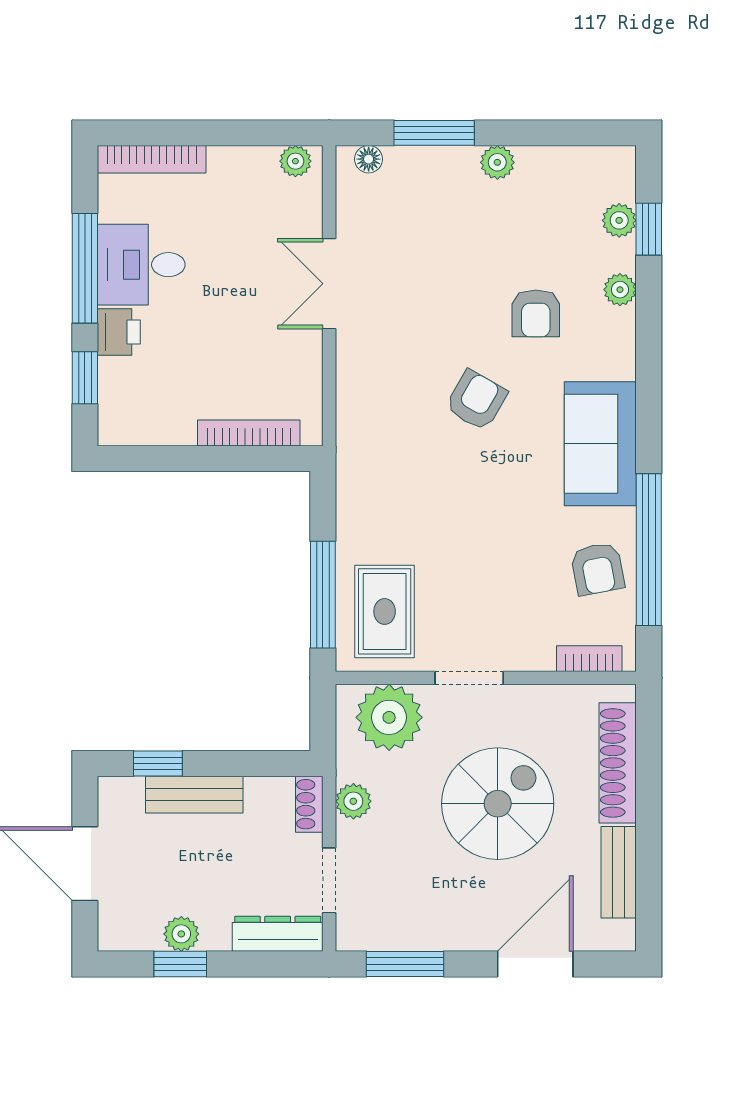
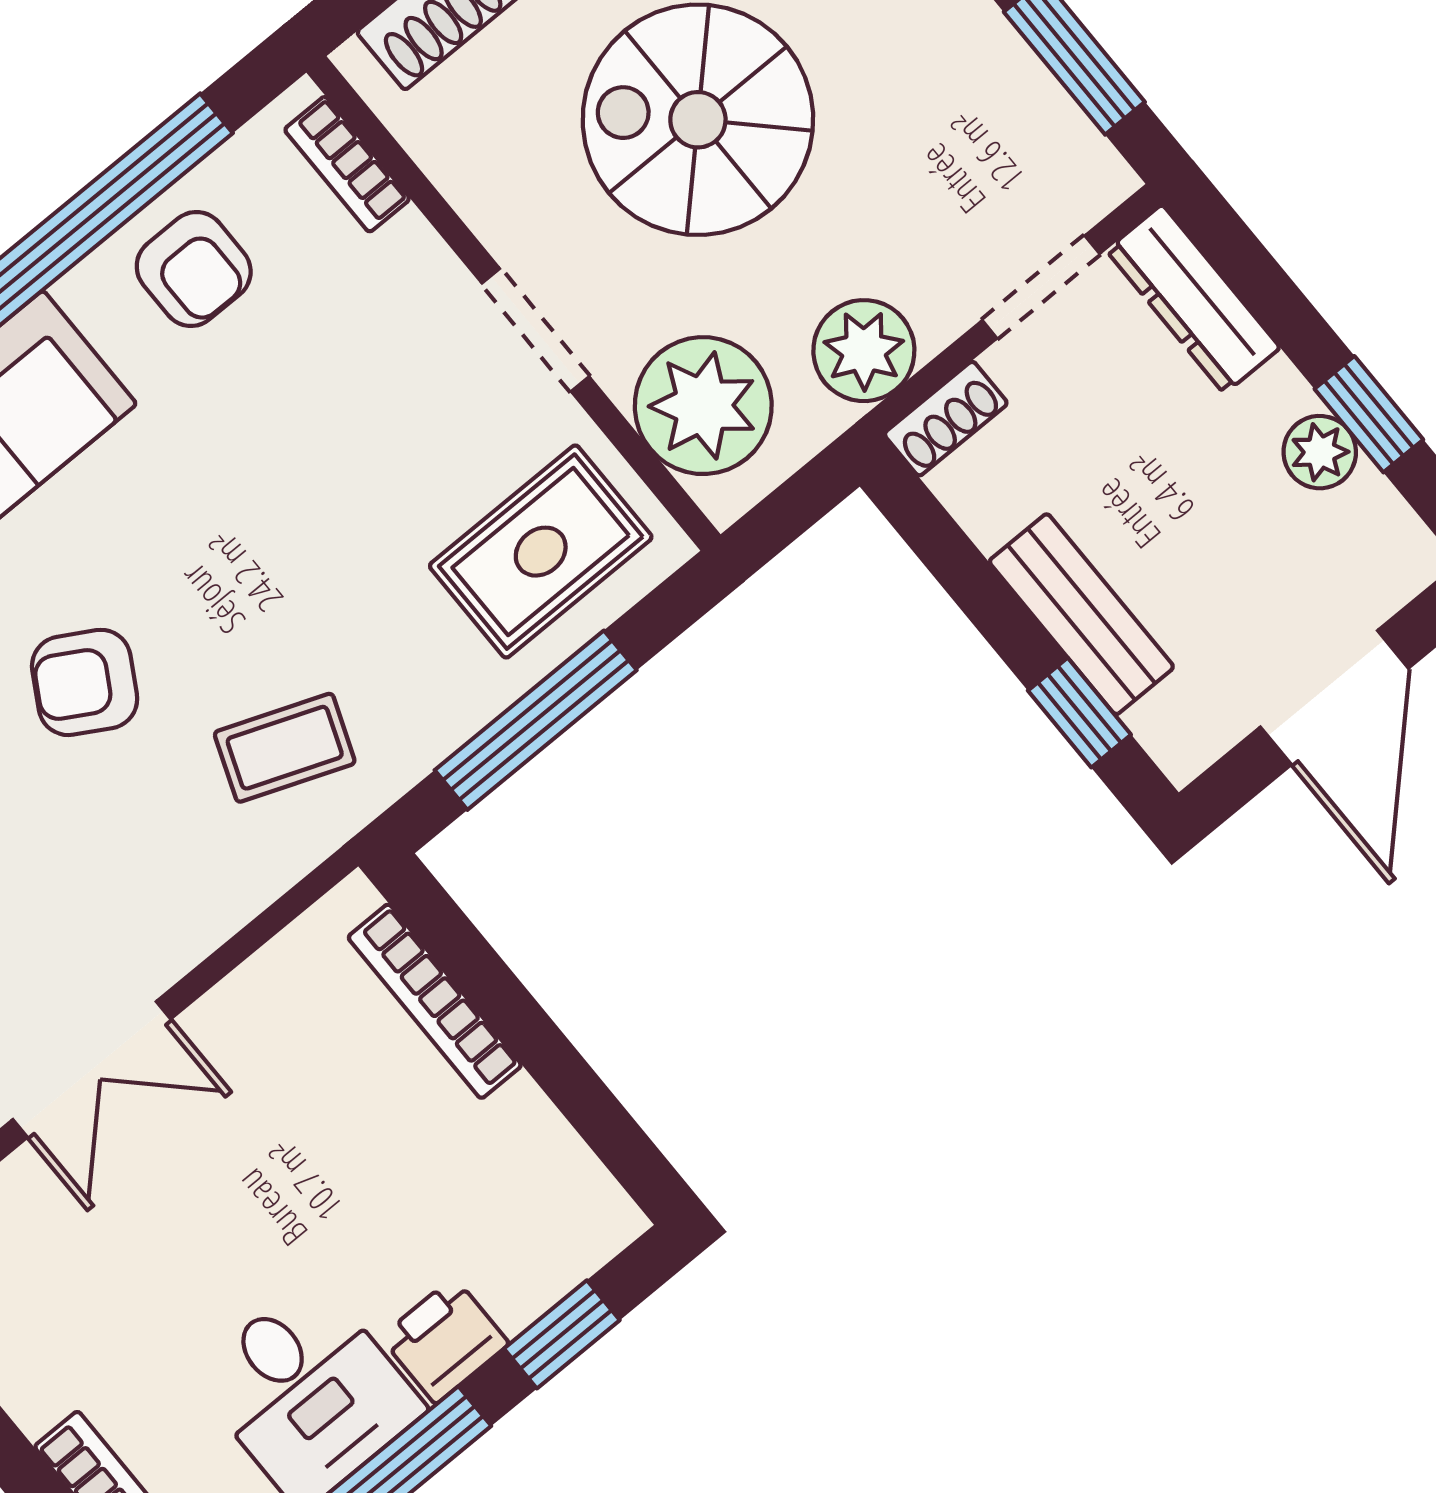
coffee table: (390, 455) -> (285, 748), added
armchair: (597, 569) -> (194, 269), turned 101
window: (323, 595) -> (536, 720), moved
plant: (353, 801) -> (864, 351), width x1.38, depth x1.38

